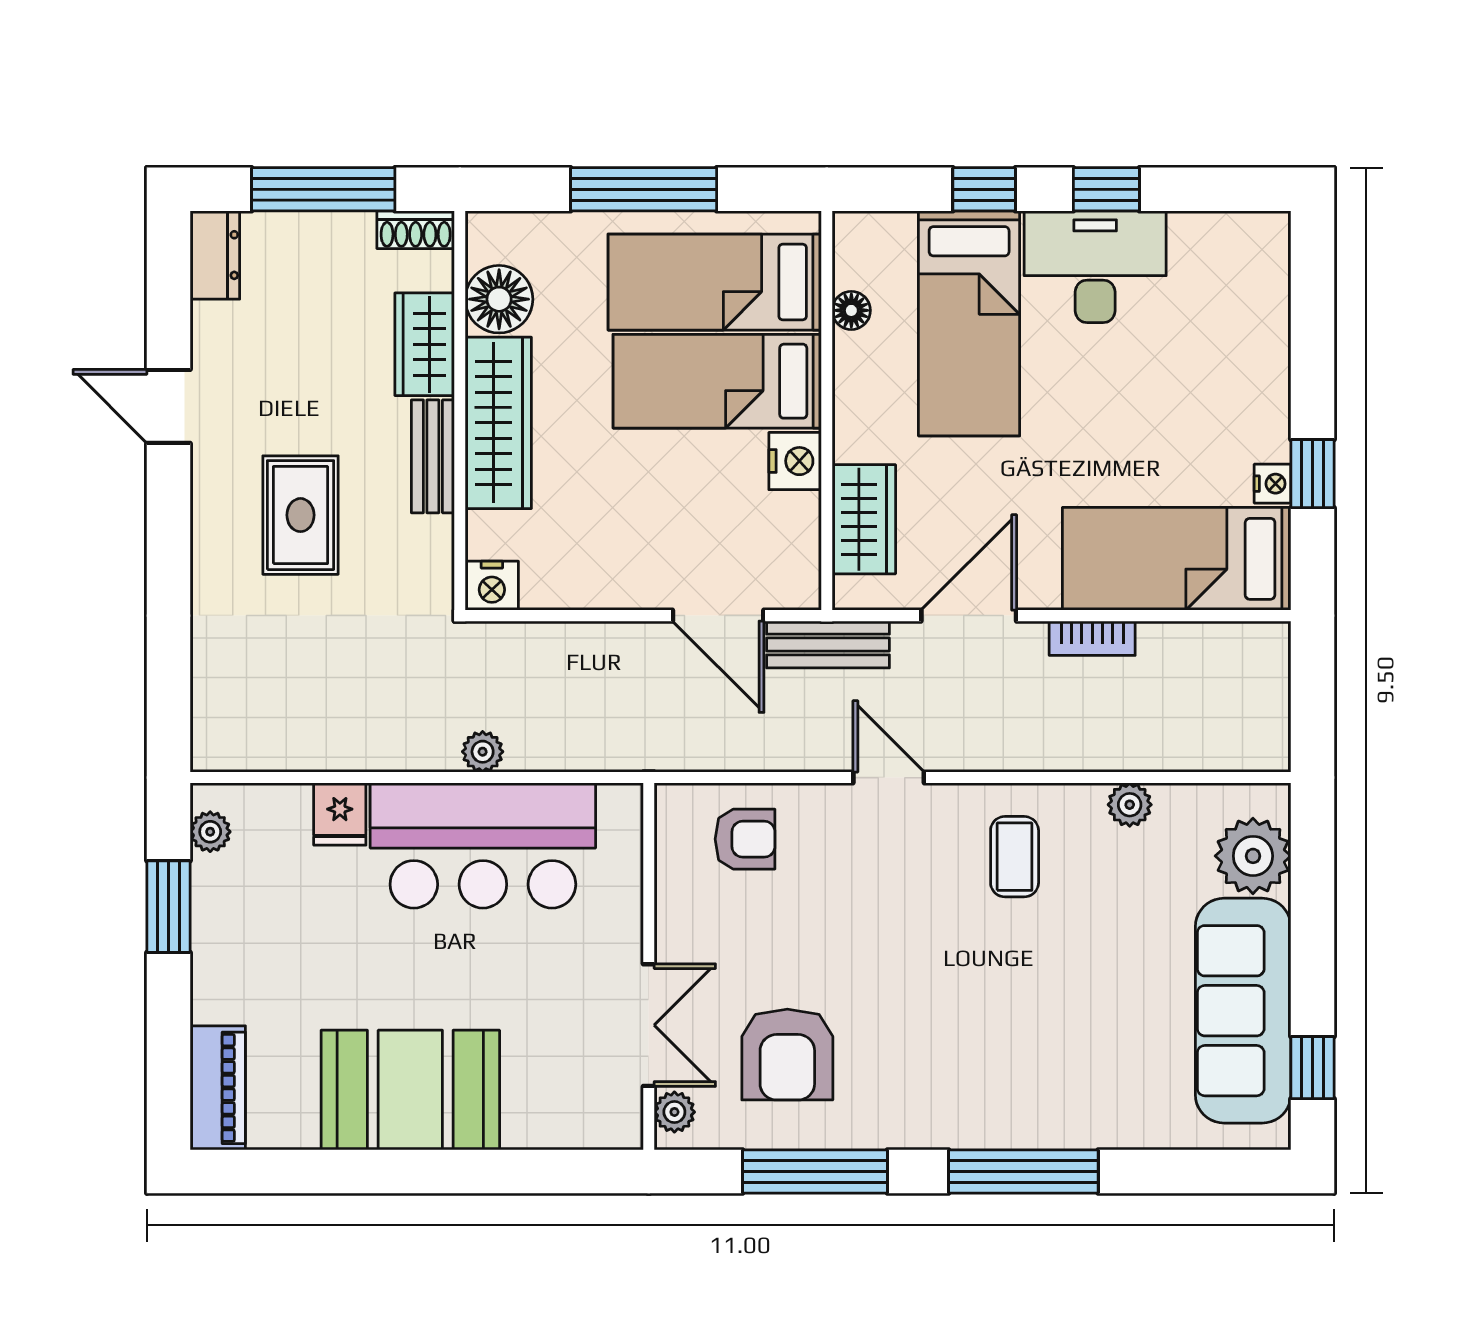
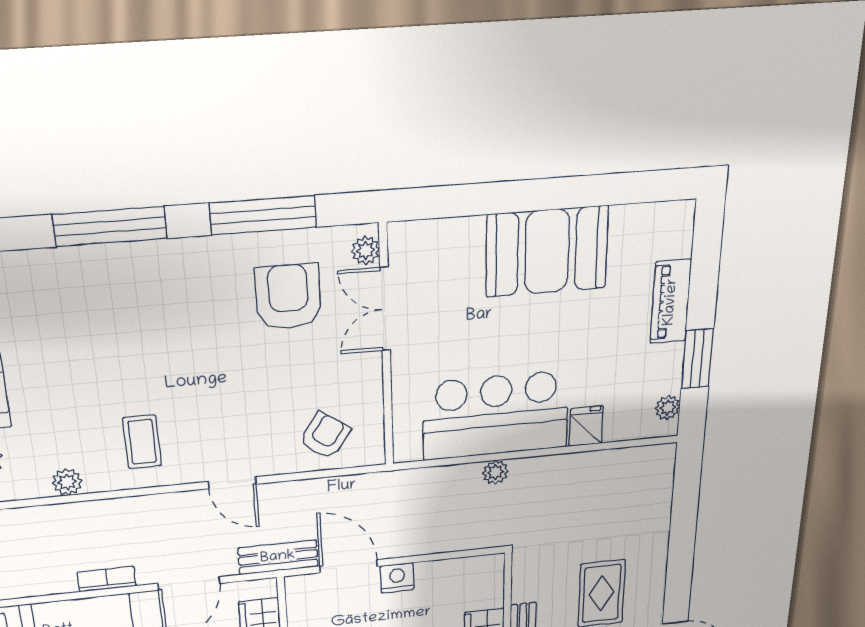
nightstand: (492, 586) -> (397, 578), moved
armchair: (745, 839) -> (325, 436), turned 125
piano: (218, 1088) -> (671, 302), moved

